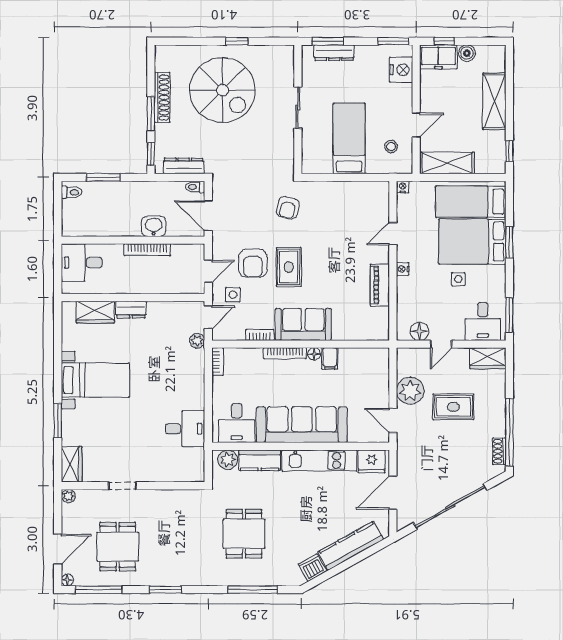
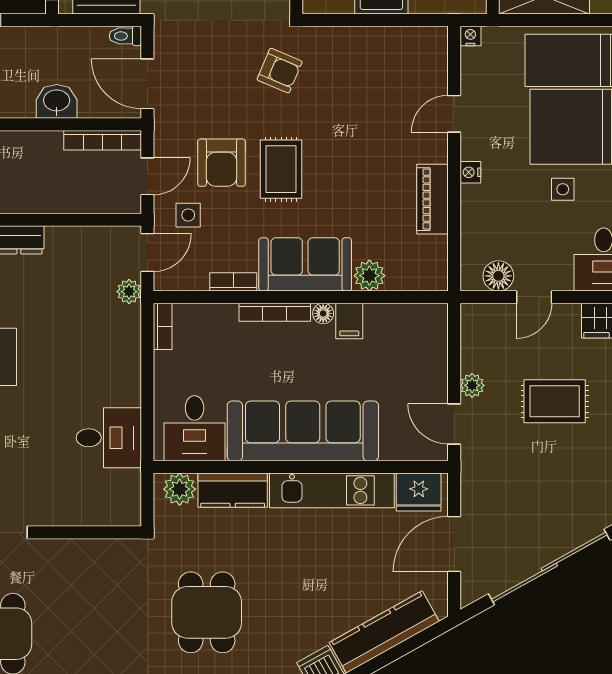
armchair: (288, 208) -> (280, 71), turned -80
bookcase: (147, 250) -> (103, 140), moved
plant: (342, 331) -> (369, 276), added
plant: (410, 391) -> (472, 385), width x0.53, depth x0.53

